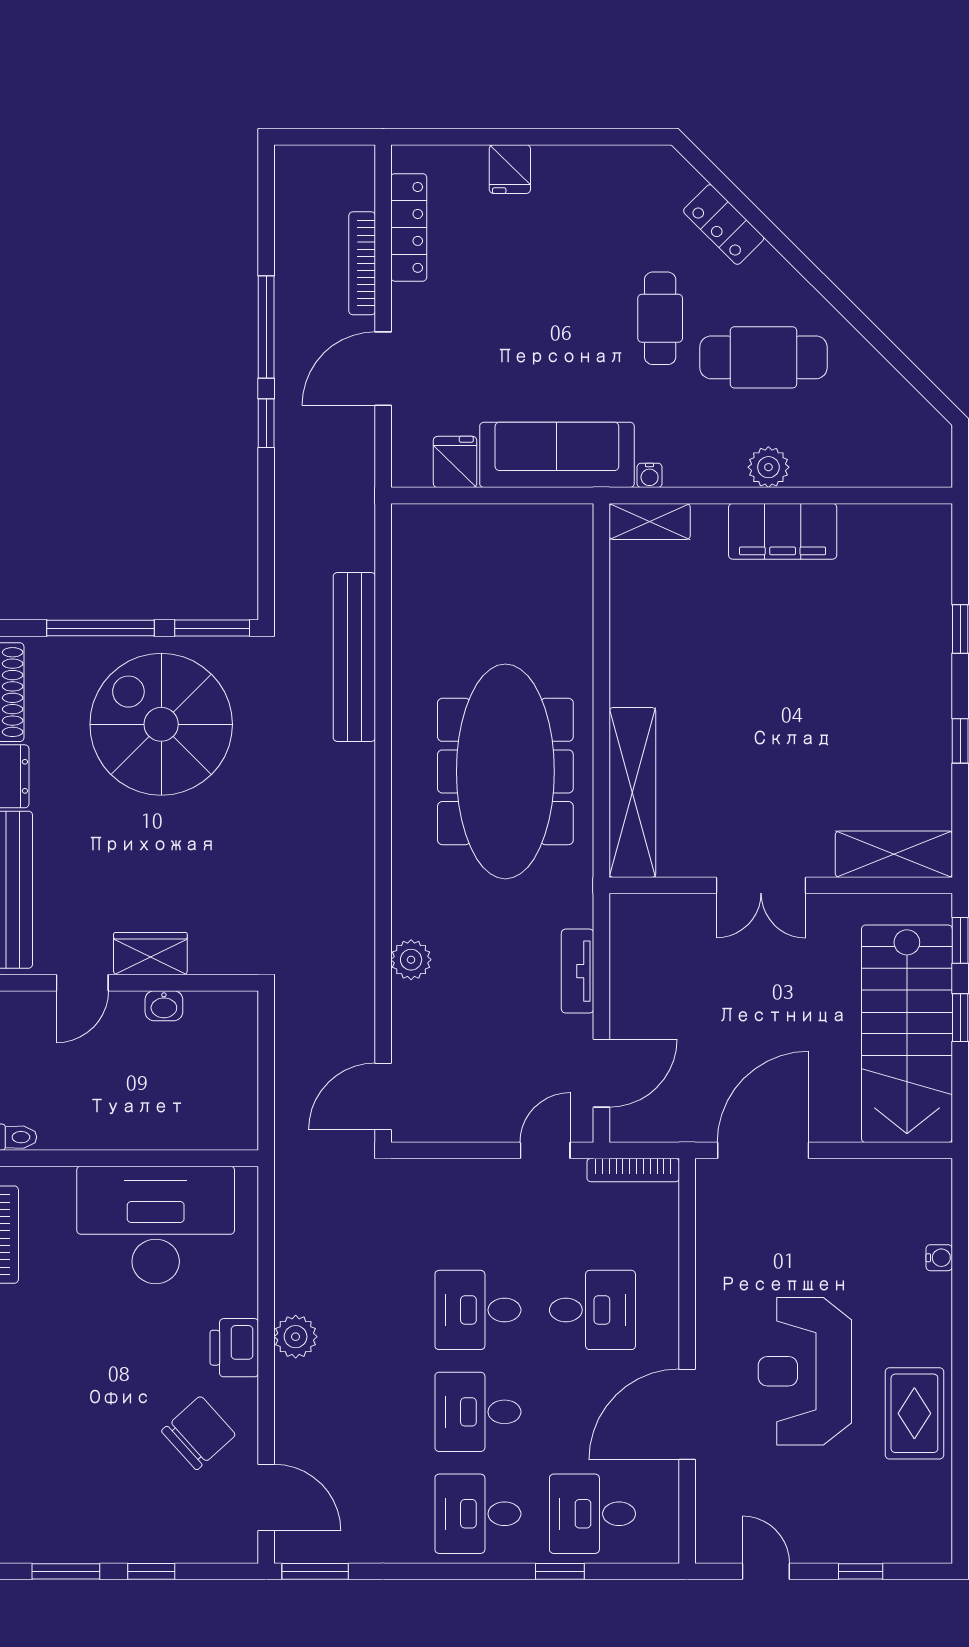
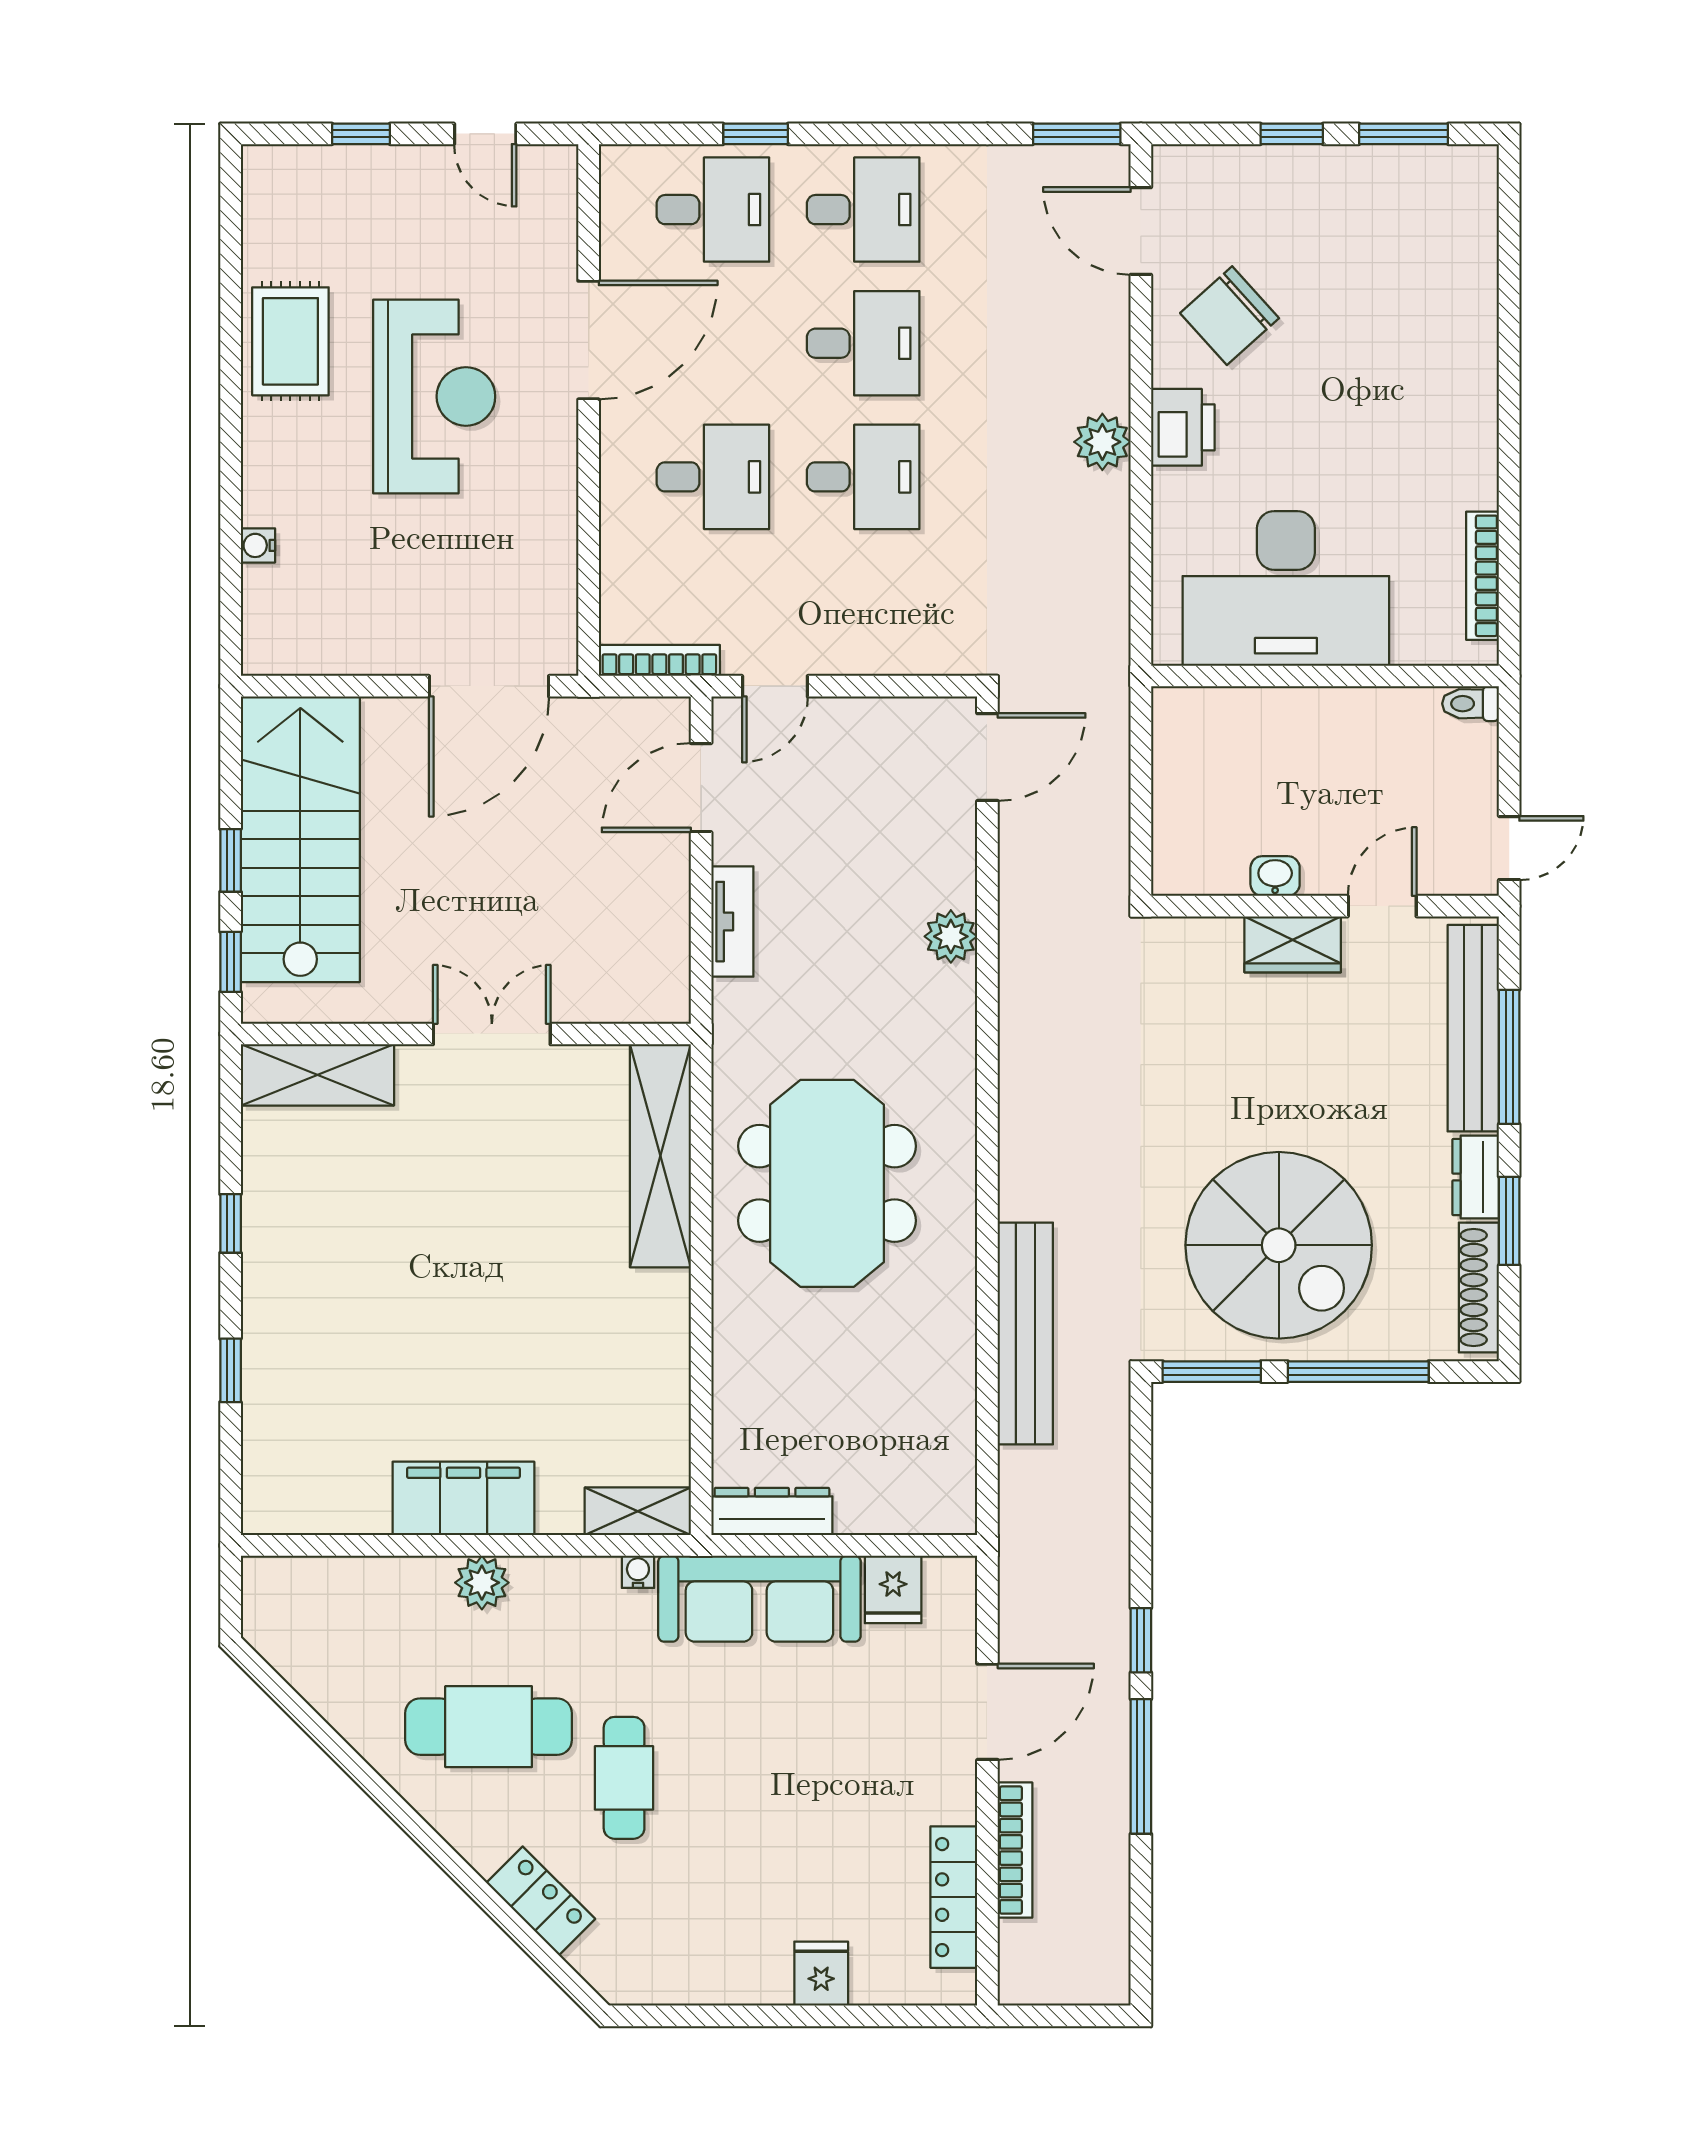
dresser: (547, 521) -> (772, 1511), added
meeting table: (505, 771) -> (827, 1183), width x0.73
desk: (592, 1310) -> (713, 477), turned 180

